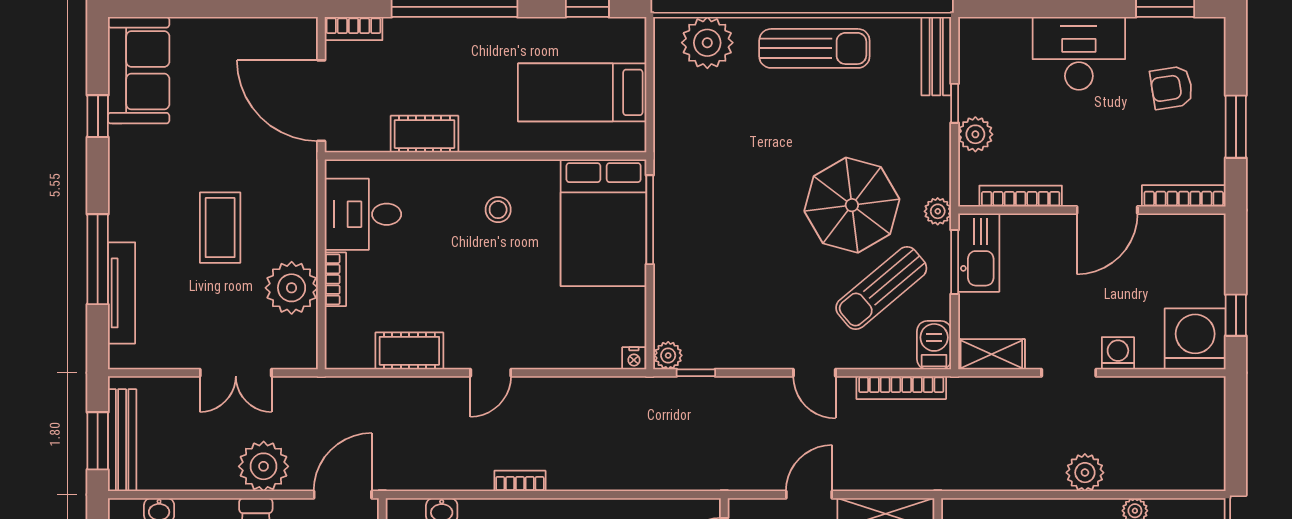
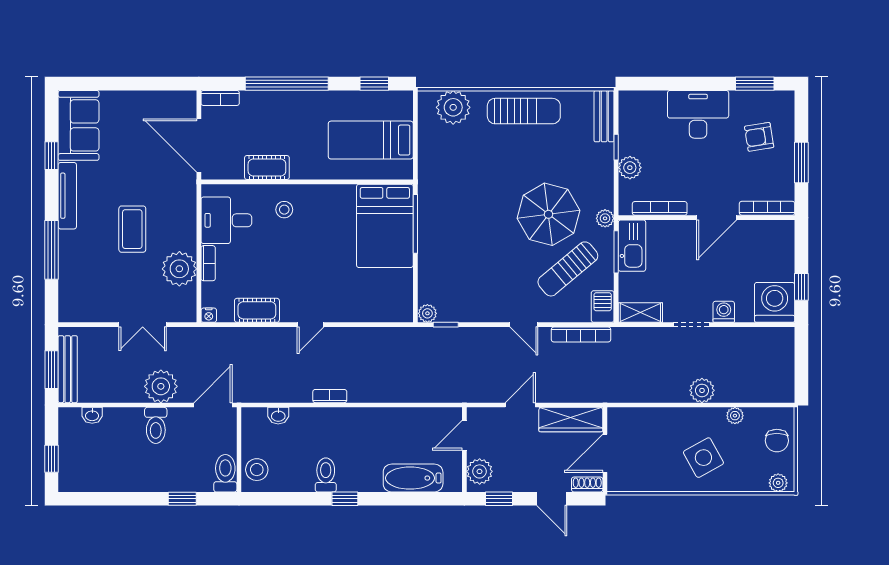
stool: (498, 210) -> (284, 210), moved
tv unit: (121, 293) -> (67, 196), moved
nightstand: (634, 358) -> (209, 315), moved

